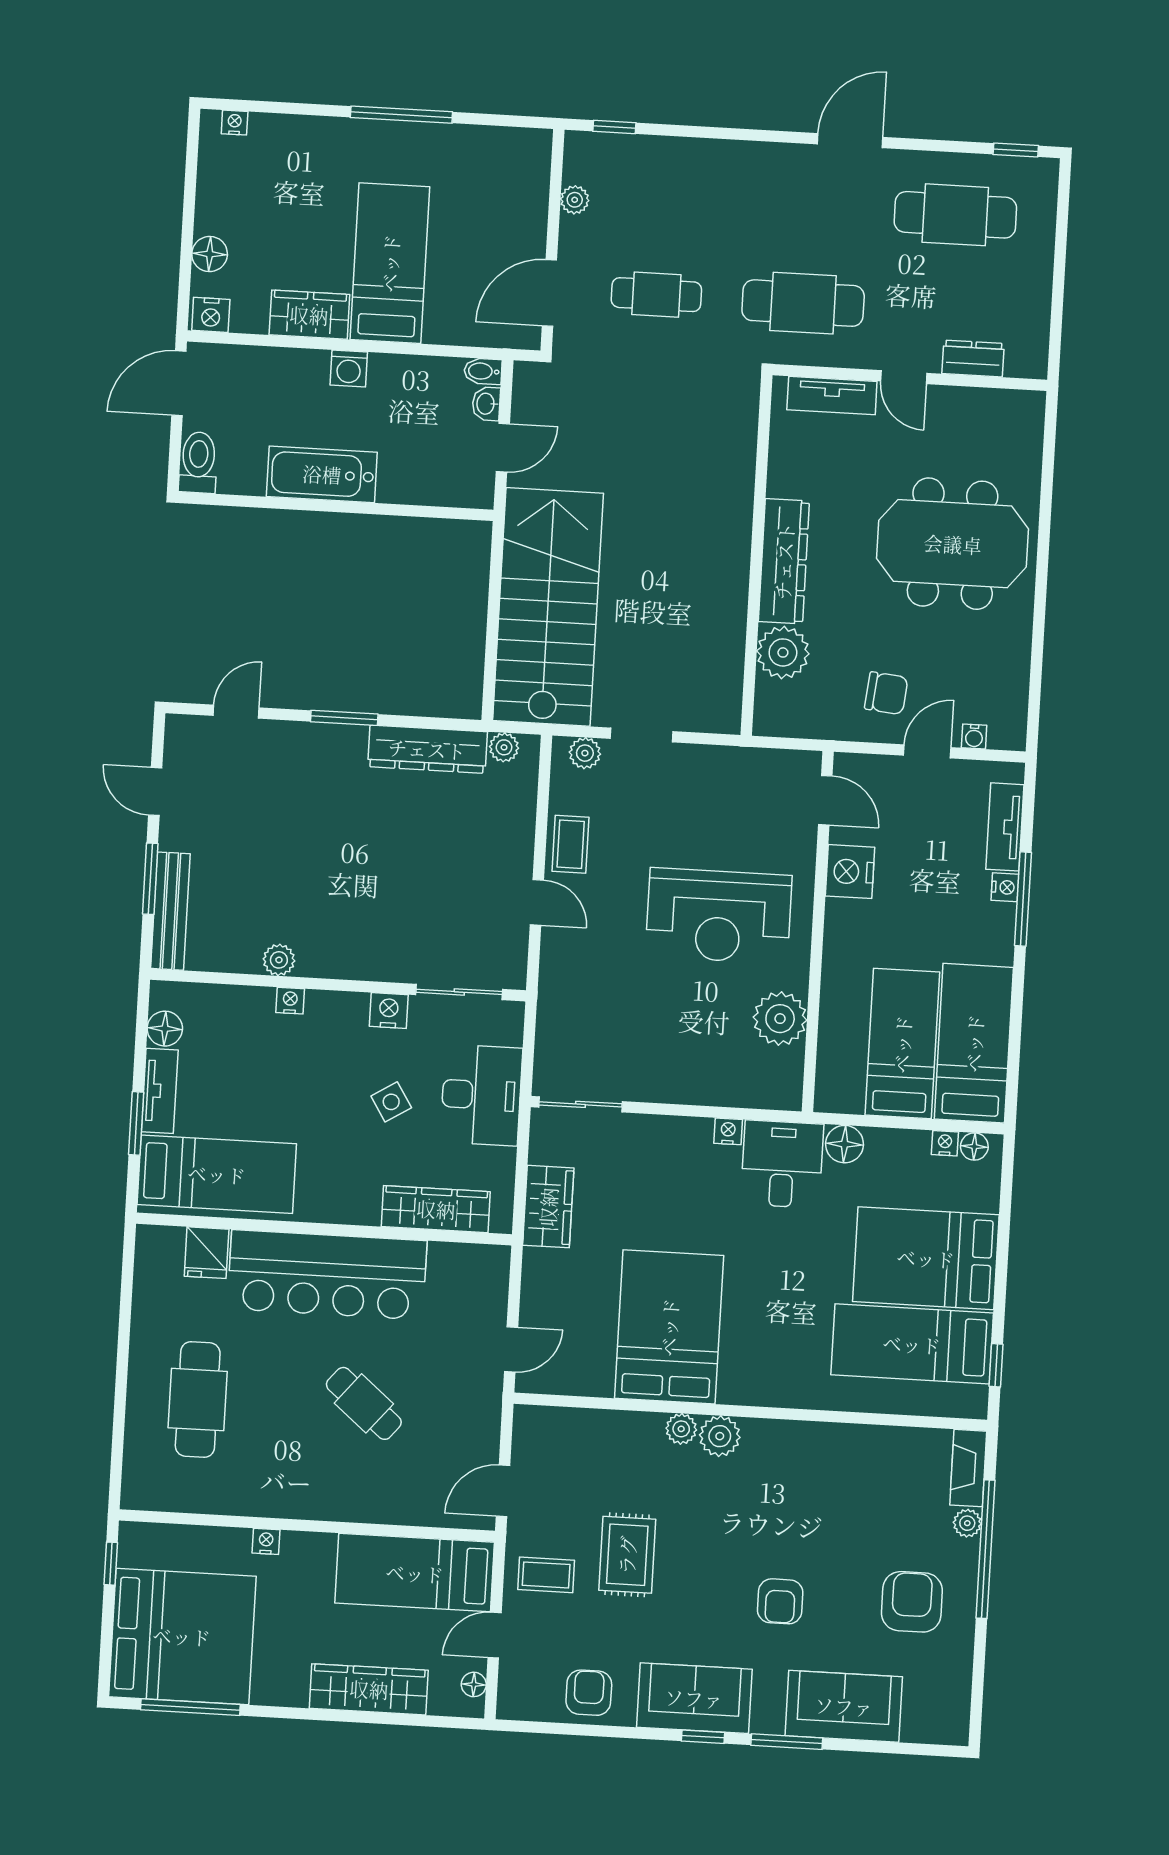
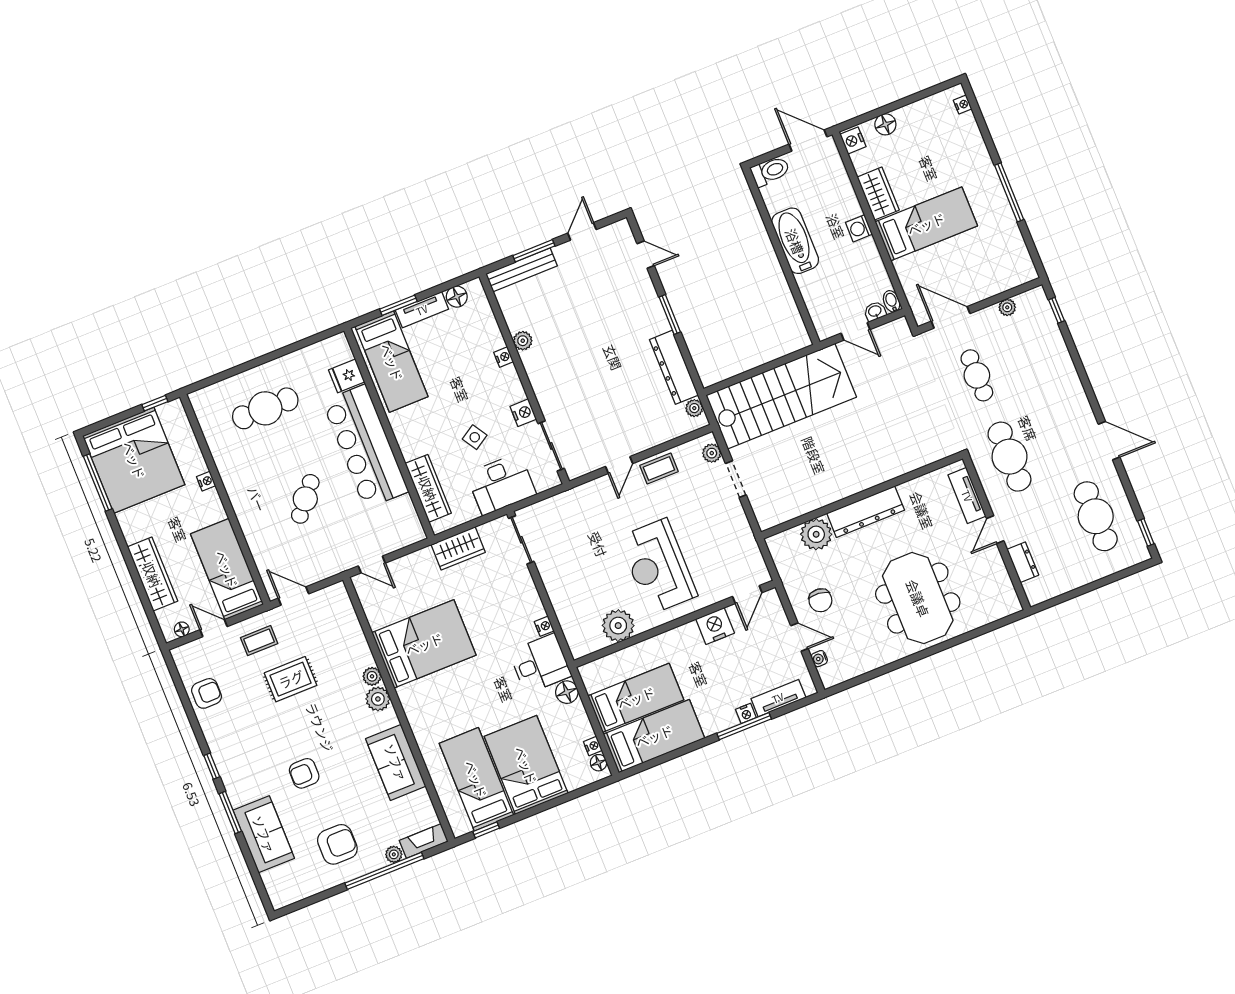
coffee table: (546, 1575) -> (259, 641), turned 90
sofa: (694, 1698) -> (396, 762), moved, turned 180

